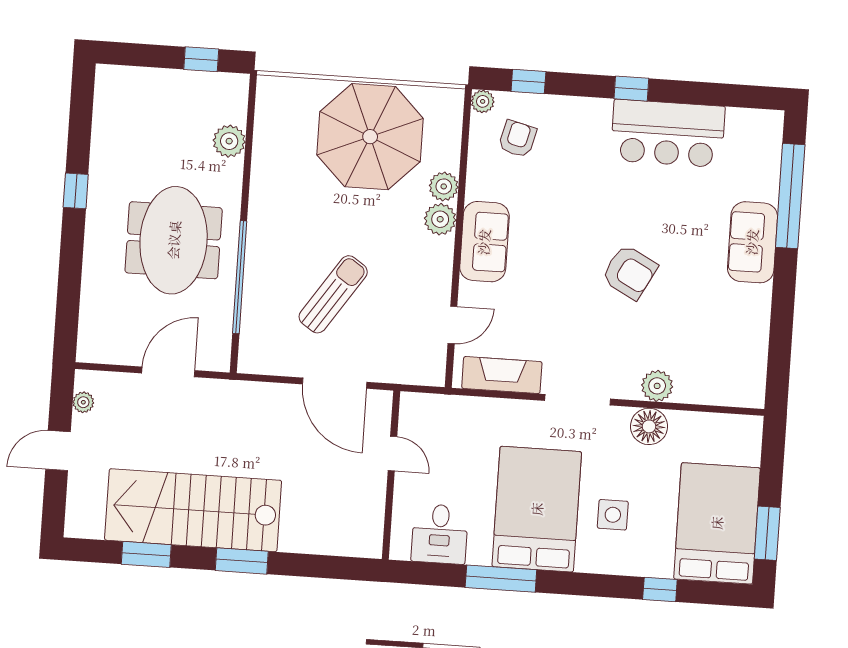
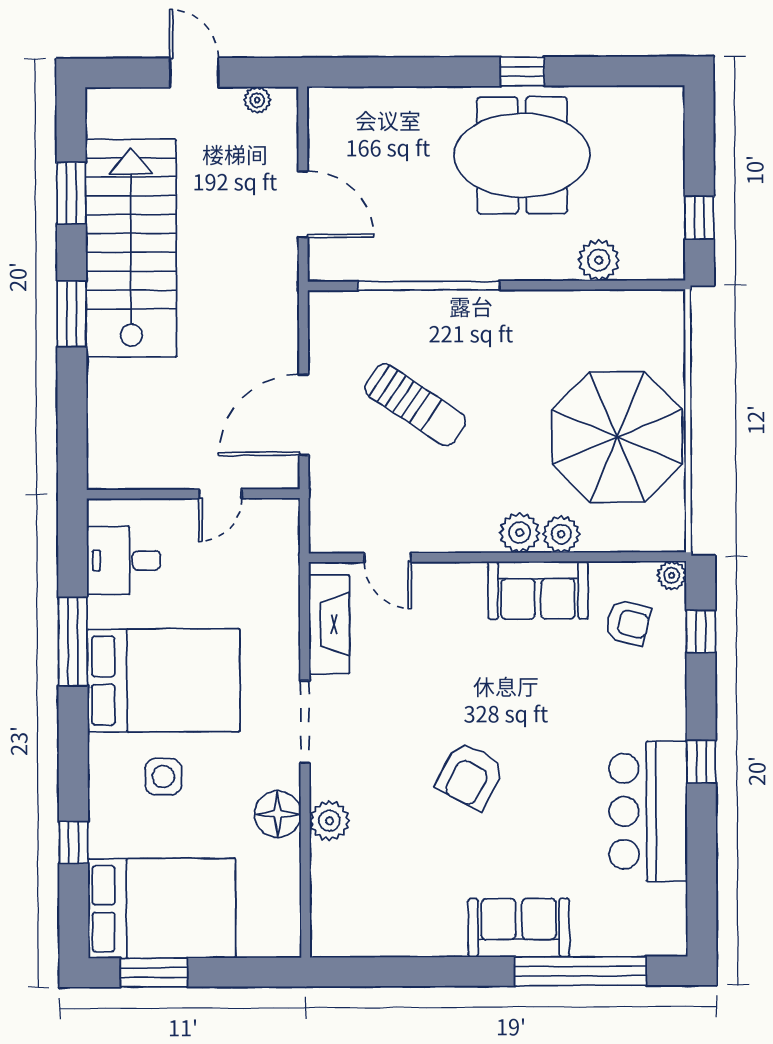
meeting table: (174, 240) -> (522, 155), moved
sofa: (484, 242) -> (538, 590), moved

